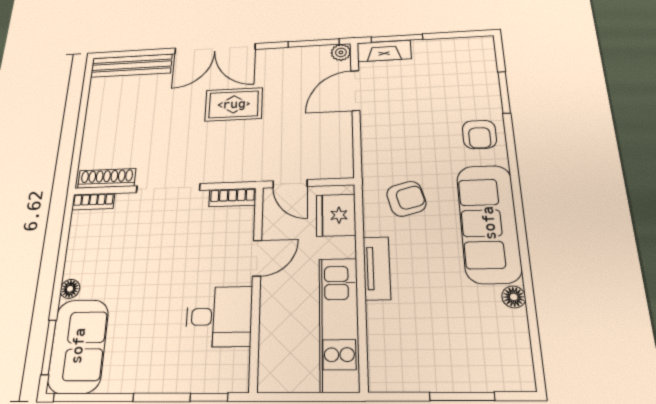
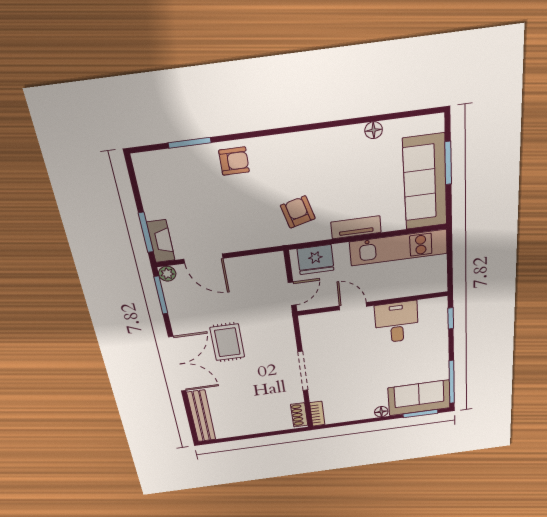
shoe rack: (107, 178) -> (299, 415), width x0.70
bookcase: (232, 197) -> (307, 330), removed
sofa: (489, 223) -> (425, 182), moved, turned 90

